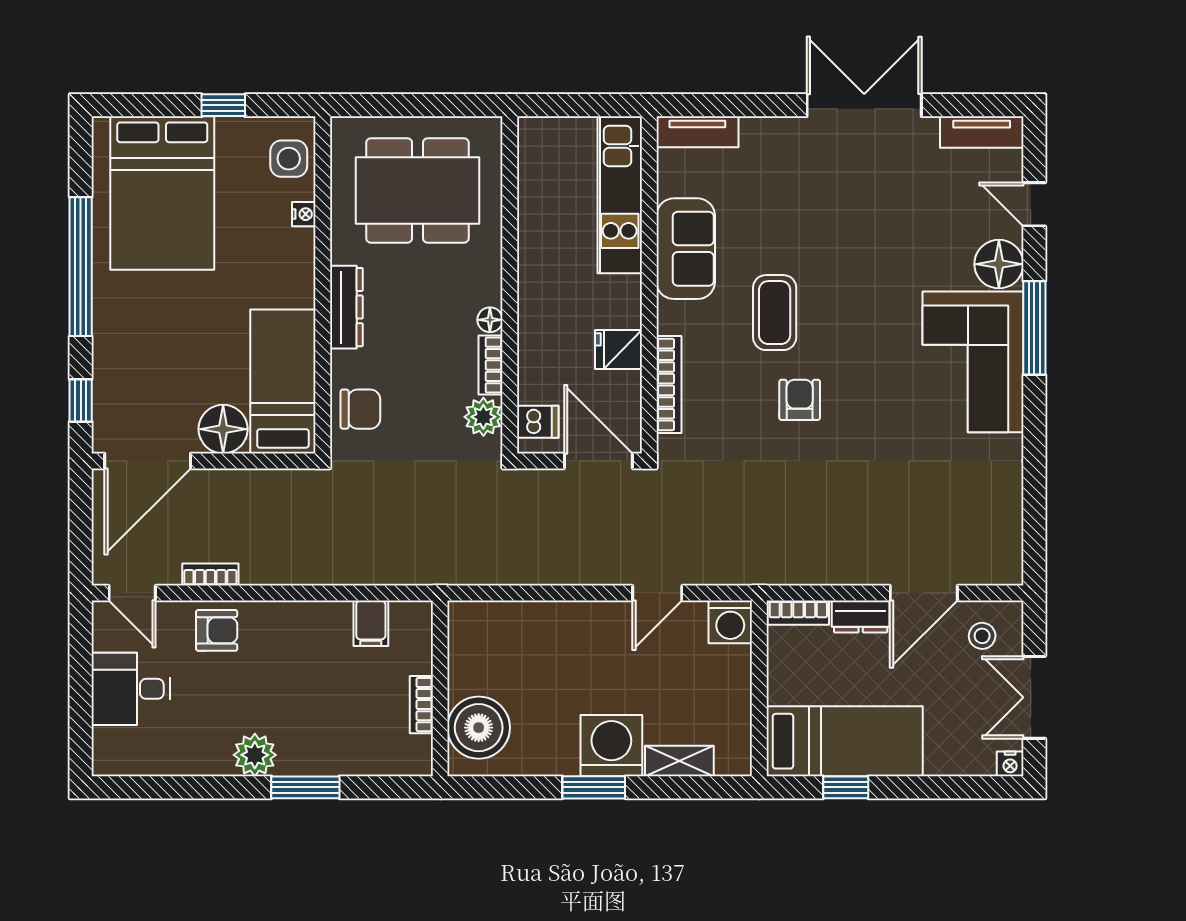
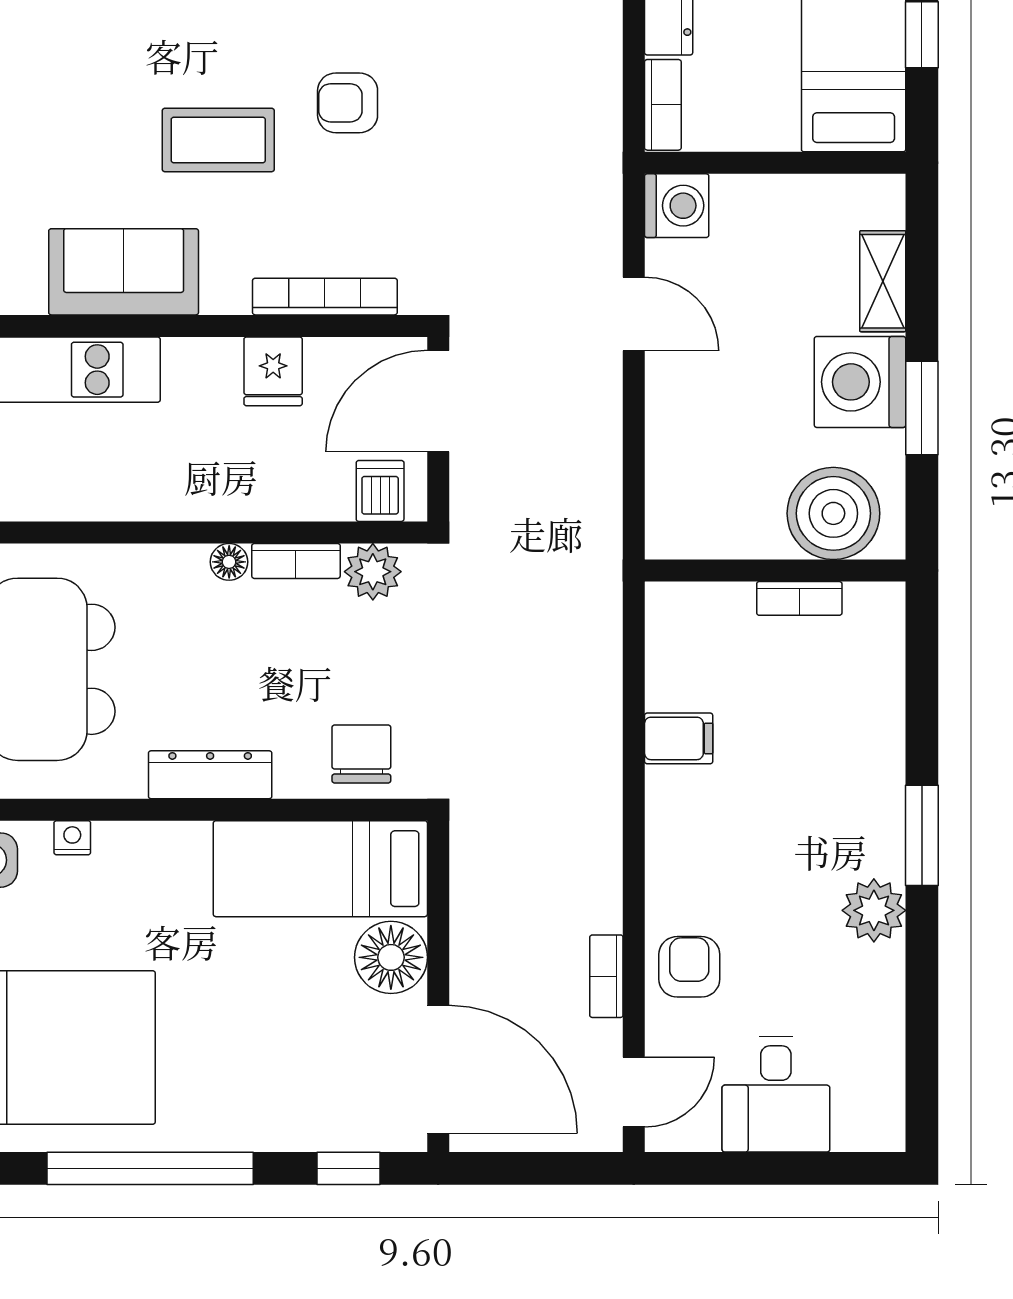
wall: (440, 688) -> (775, 571), moved
bookcase: (421, 705) -> (799, 598), moved
boiler: (479, 728) -> (833, 513), moved

